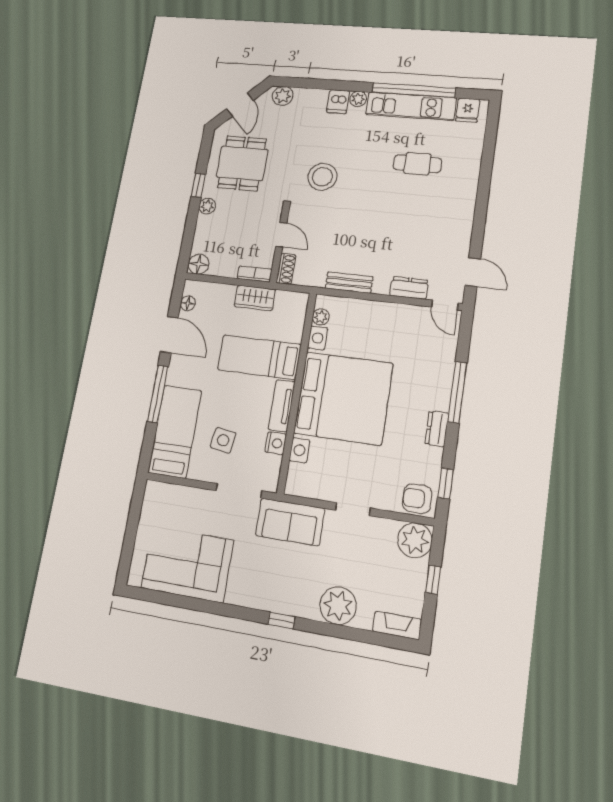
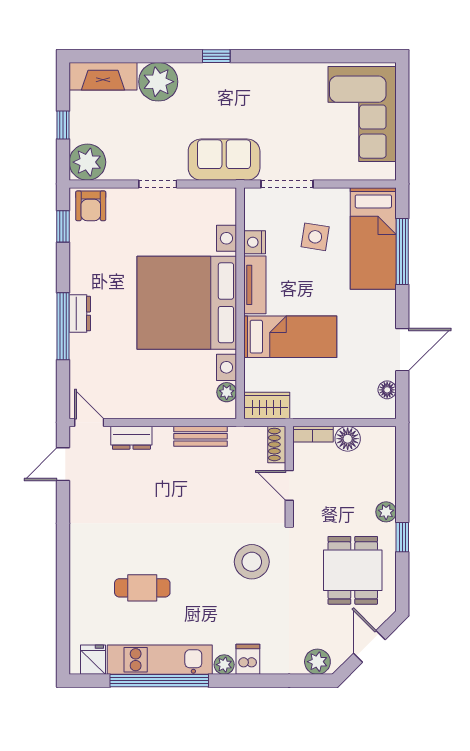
floor lamp: (199, 264) -> (348, 439), moved
door: (473, 272) -> (63, 464), hinge flipped
wardrobe: (255, 298) -> (267, 405), moved
door: (169, 335) -> (402, 350), swing flipped
window: (158, 394) -> (402, 252), moved
dresser: (437, 429) -> (80, 314), moved
armchair: (417, 499) -> (91, 206), turned 90
corner sofa: (187, 564) -> (362, 114), moved, turned 90
fireplace: (397, 625) -> (103, 76), width x1.37, depth x1.32

